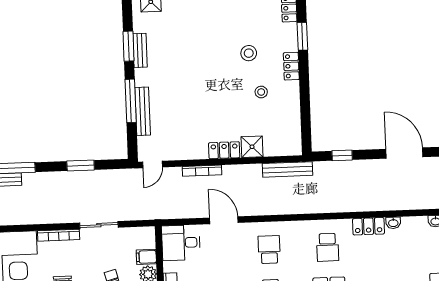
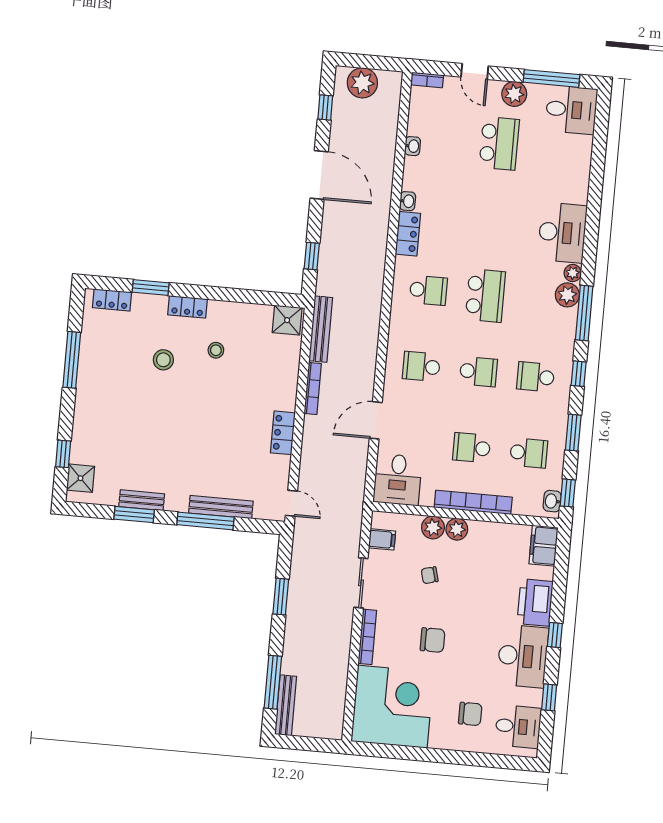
shower: (252, 147) -> (287, 320), moved
locker: (224, 150) -> (283, 433), moved
door: (404, 153) -> (319, 175), swing flipped
bookcase: (202, 171) -> (313, 388), moved
filing cabinet: (146, 257) -> (382, 539), moved, turned -90

